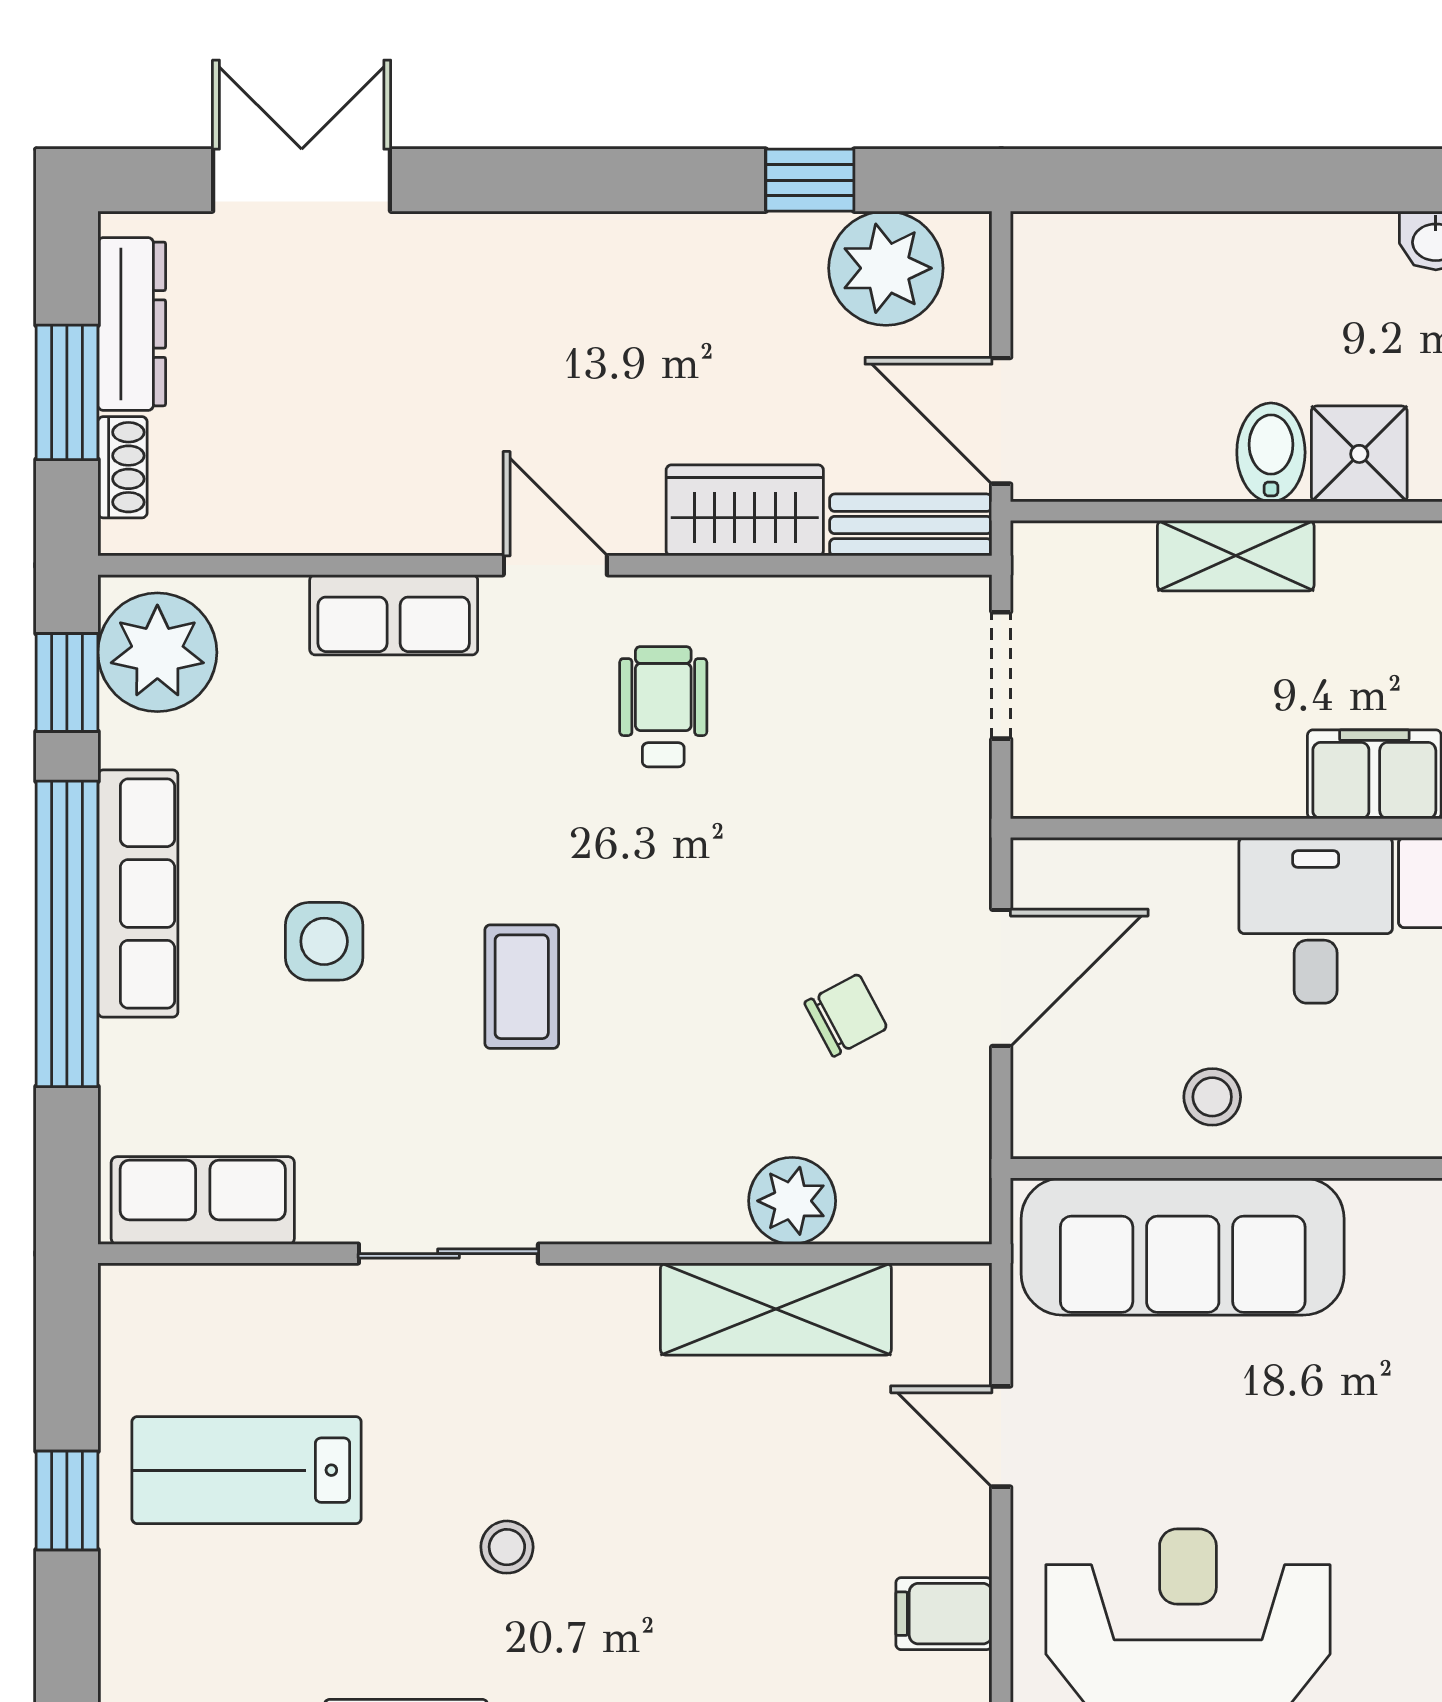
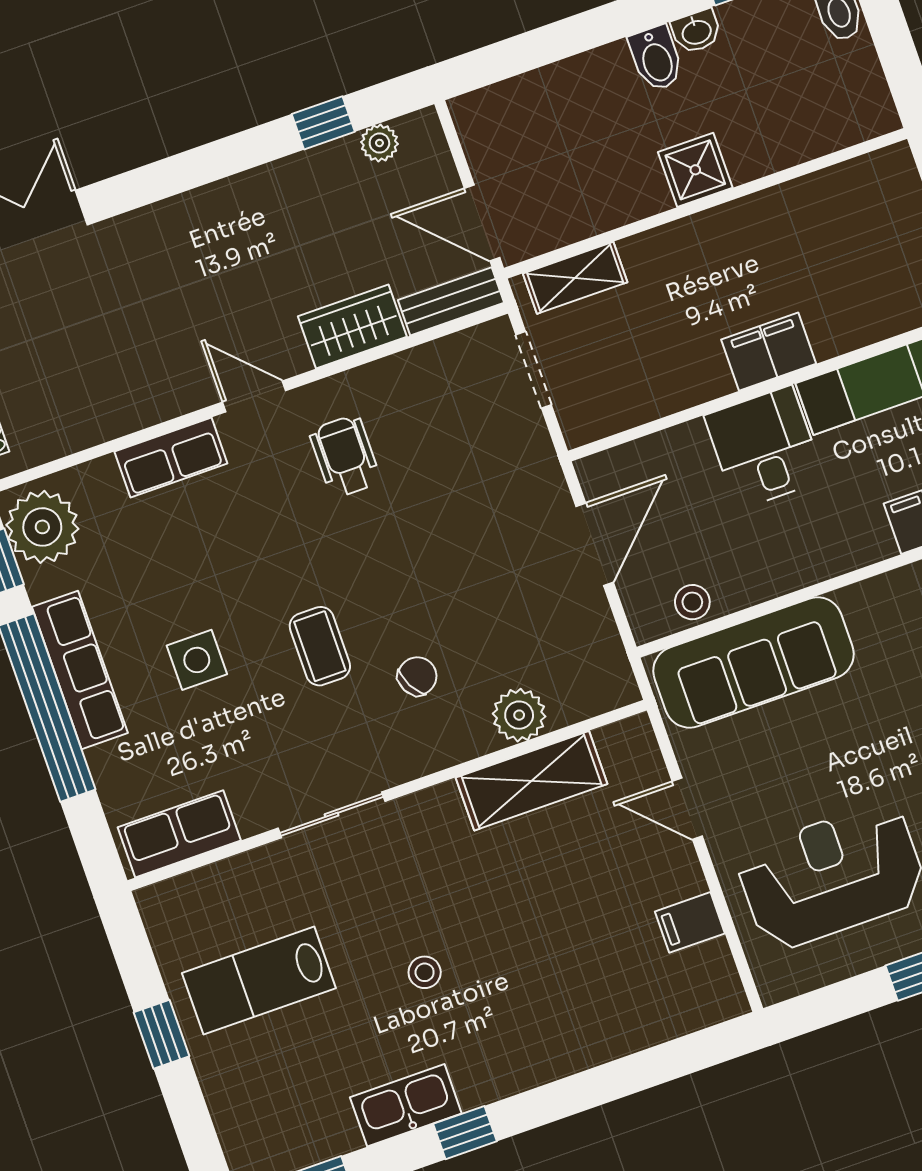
plant: (886, 268) -> (379, 143), width x0.53, depth x0.53
bidet: (1271, 452) -> (656, 58), moved, turned 180
shelving: (1236, 556) -> (575, 278), moved
chair: (846, 1015) -> (417, 676), moved
stool: (1212, 1097) -> (692, 602), moved

